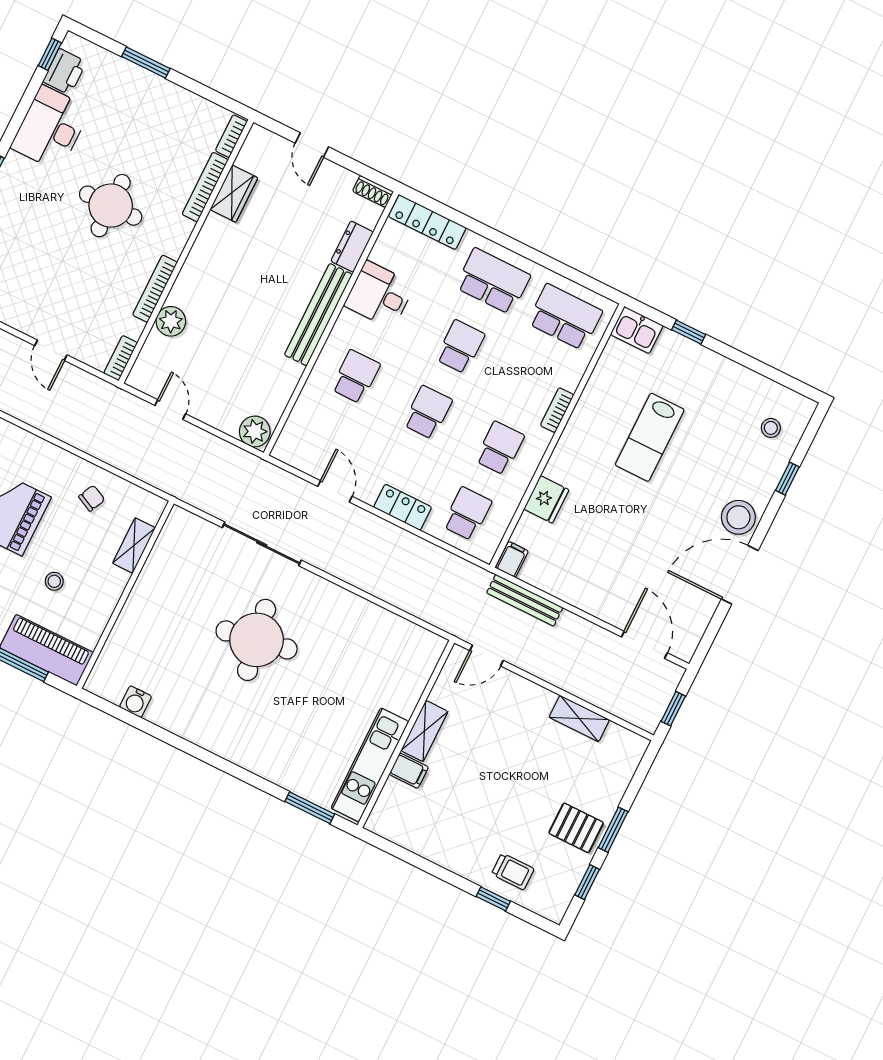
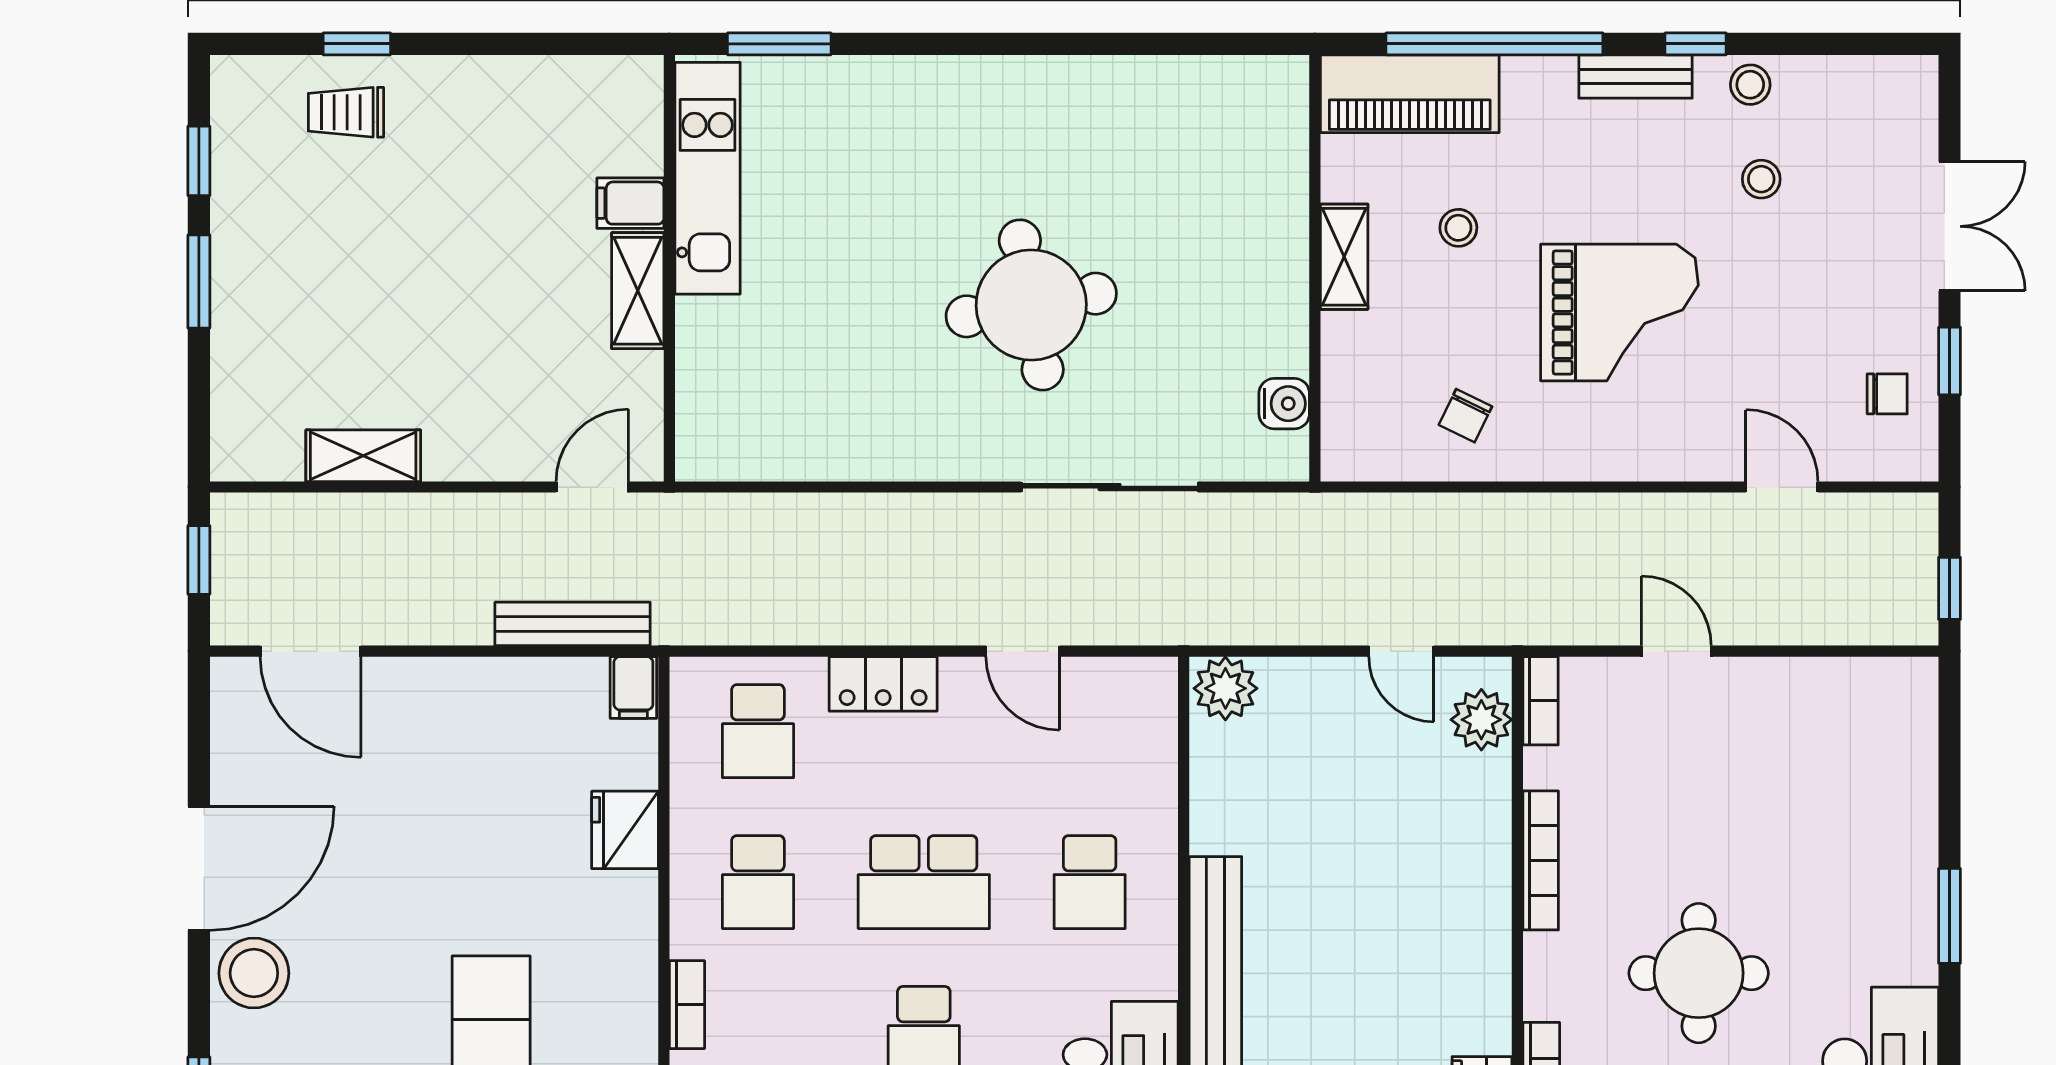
plant: (171, 321) -> (1481, 720), moved
school desk: (428, 412) -> (924, 882), width x1.85
shelving: (134, 545) -> (1344, 257), moved
water cooler: (136, 702) -> (1284, 404), moved, turned 90
pallet: (576, 828) -> (269, 251), removed

